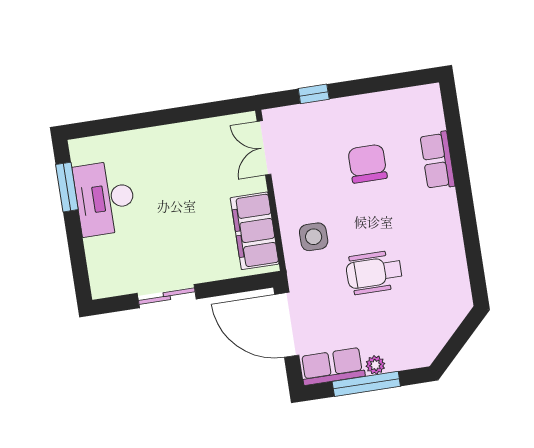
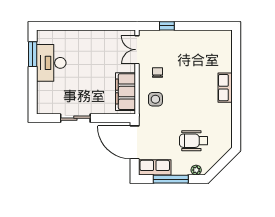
row of seats: (437, 160) -> (225, 88), moved
chair: (368, 164) -> (157, 73), moved, width x0.54, depth x0.54
wheelchair: (374, 272) -> (194, 141), moved
plant: (375, 365) -> (196, 170), moved

